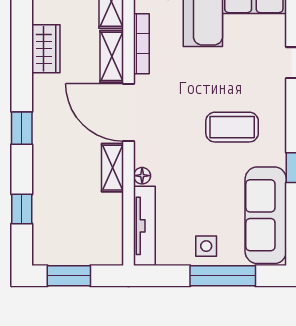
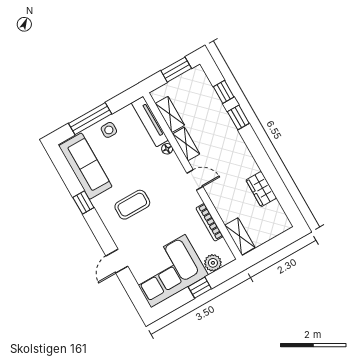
shelving: (112, 56) -> (170, 114), moved
door: (129, 112) -> (195, 180), width x0.53
window: (22, 128) -> (238, 118), moved

